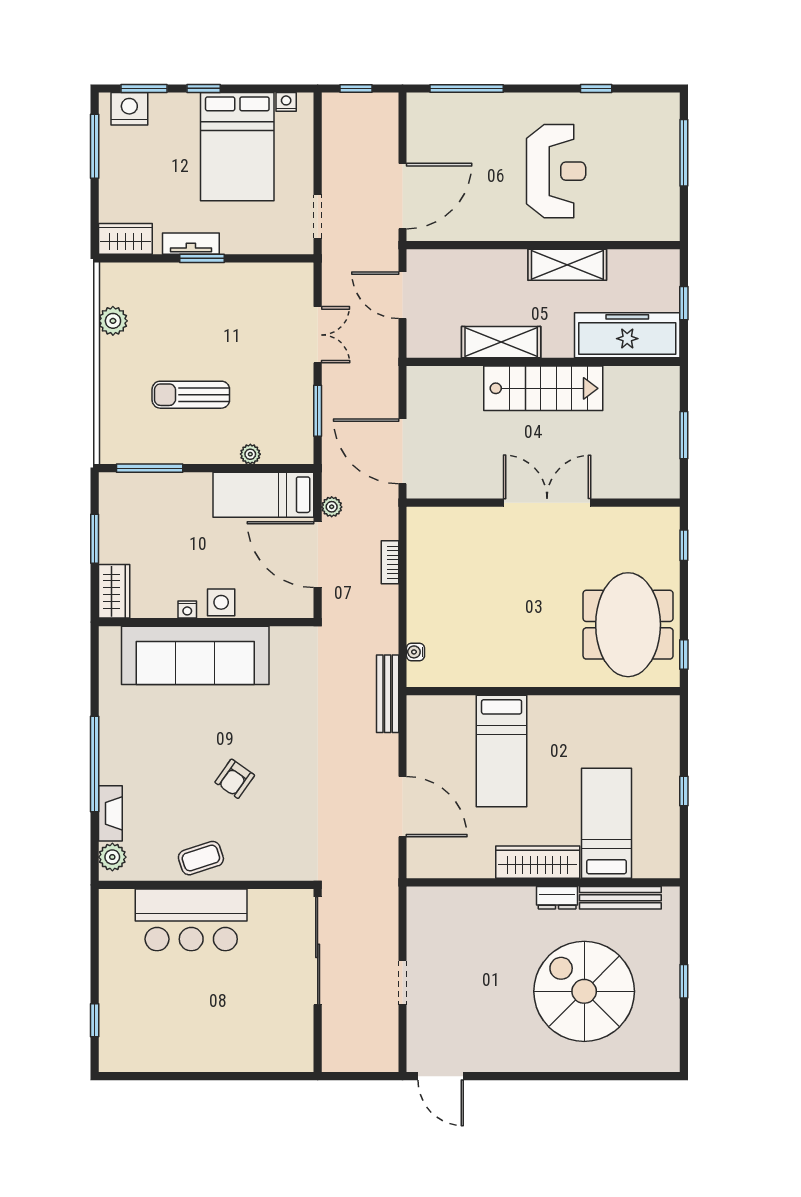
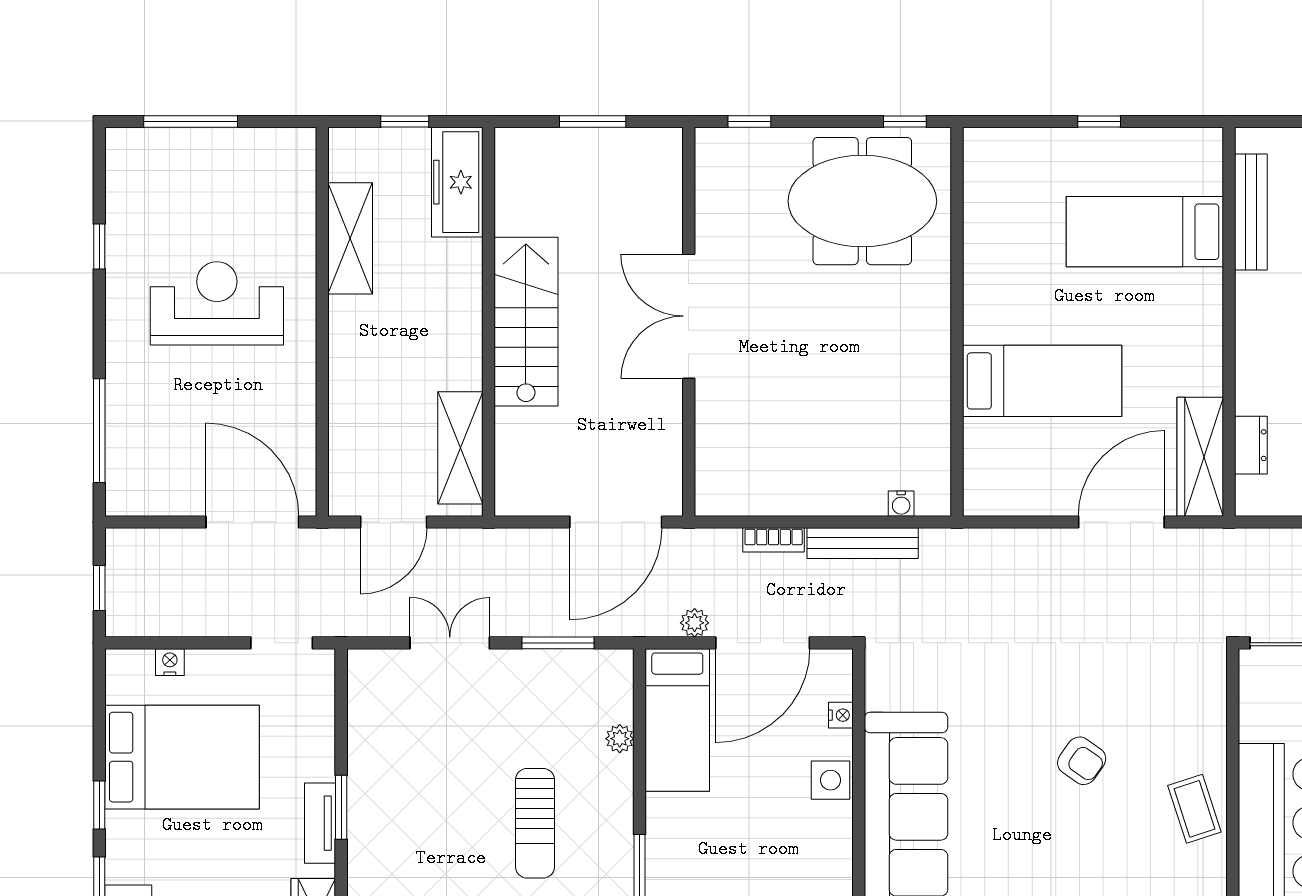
nightstand: (286, 102) -> (170, 662), moved, turned 90
shelving: (567, 265) -> (350, 238), moved
freezer: (627, 335) -> (457, 182), width x0.73, depth x0.79
shelving: (501, 342) -> (460, 448), moved
nightstand: (187, 610) -> (841, 715), moved
bench: (388, 694) -> (863, 543), moved
wardrobe: (538, 862) -> (1200, 457), moved
dresser: (557, 898) -> (1251, 445), moved

